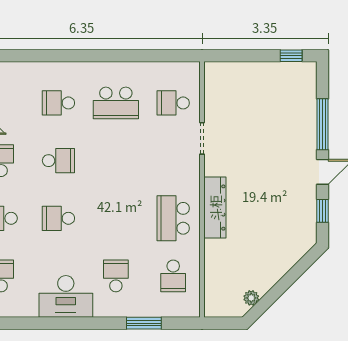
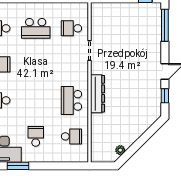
window: (323, 124) -> (165, 25), moved
school desk: (173, 276) -> (71, 136), turned -90
window: (144, 323) -> (18, 166), moved

